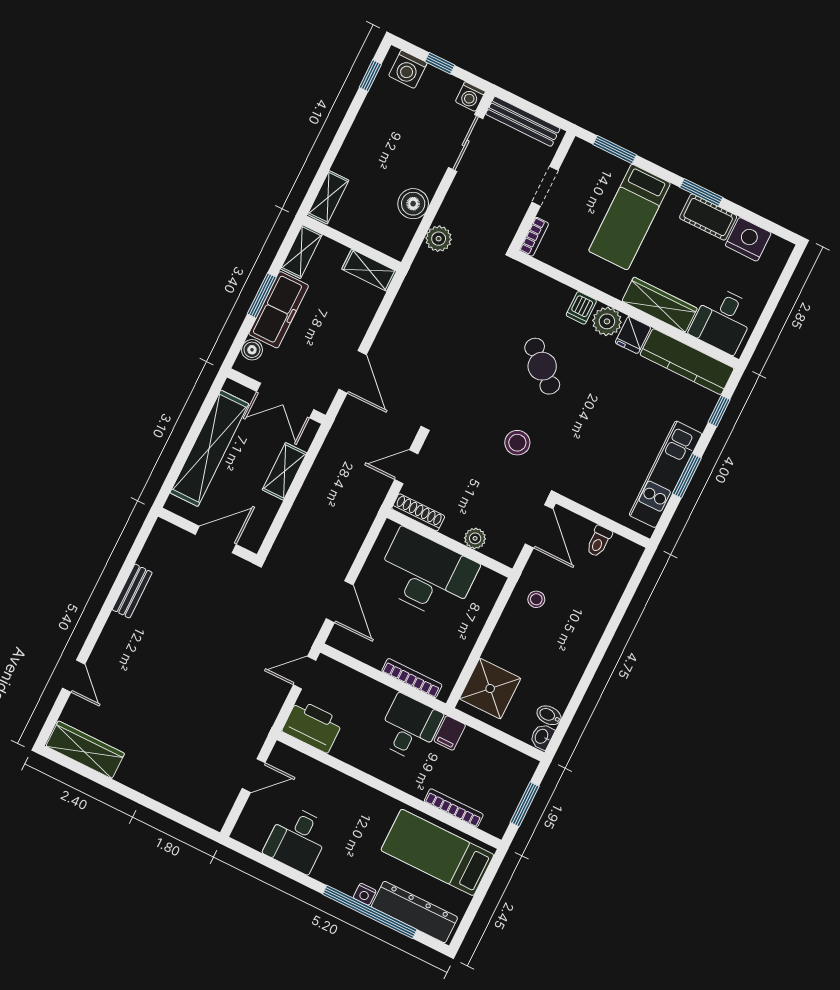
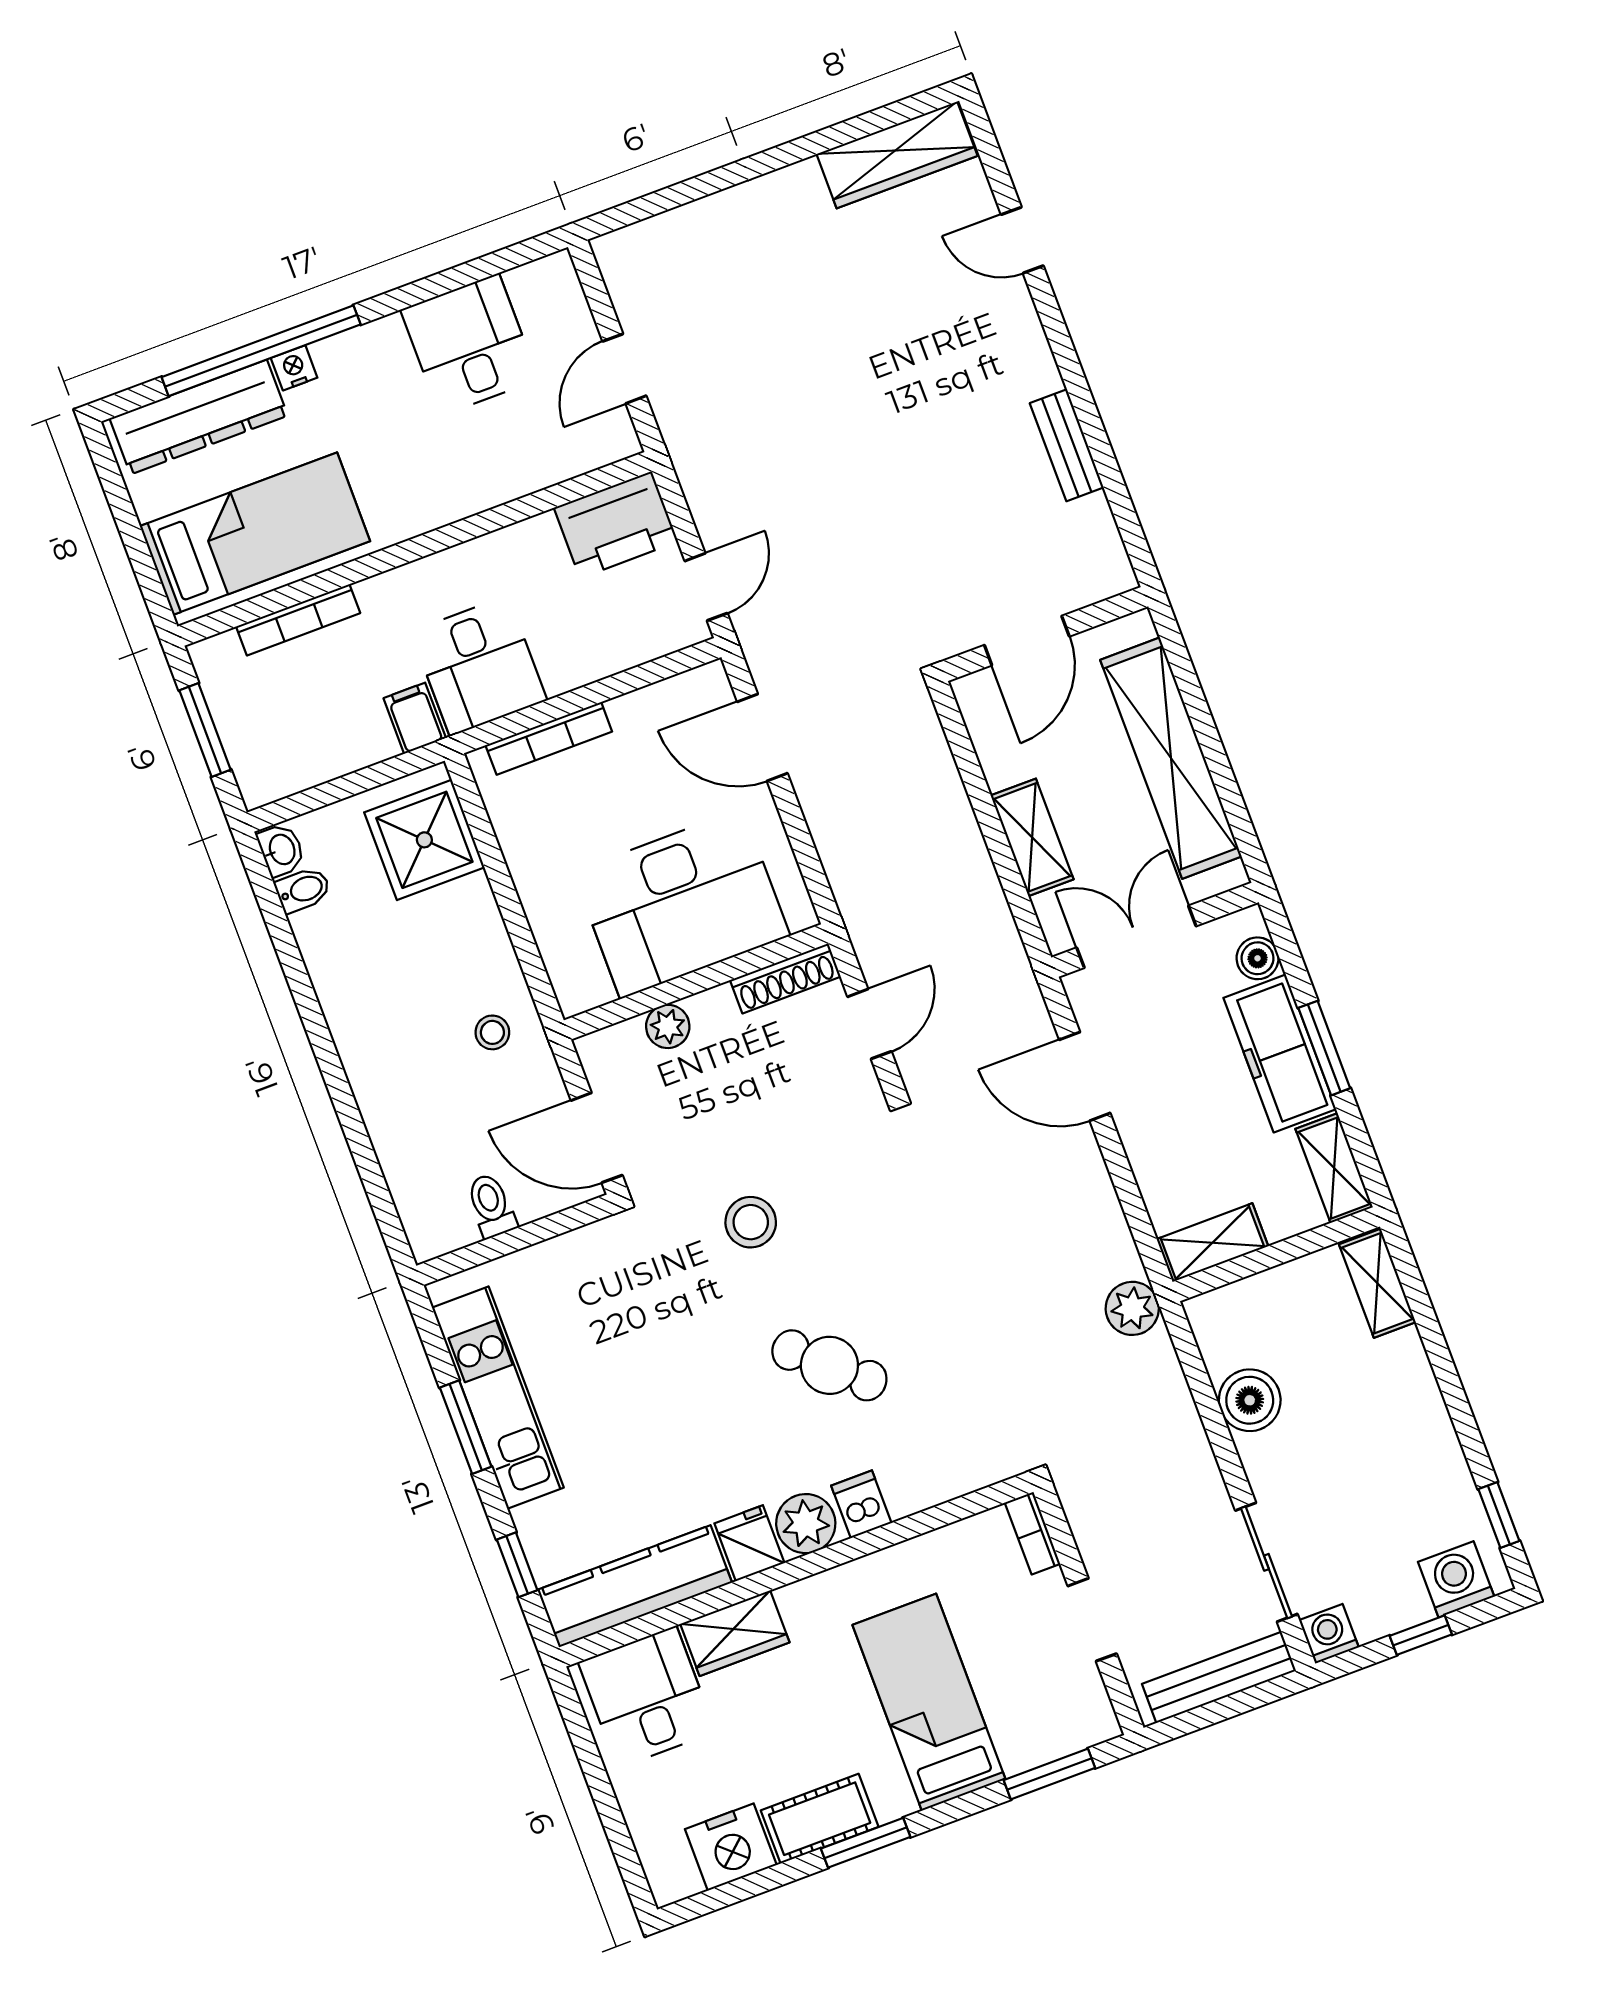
plant: (439, 239) -> (1132, 1308), moved
wardrobe: (660, 305) -> (735, 1633), width x0.67

